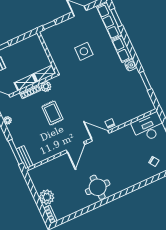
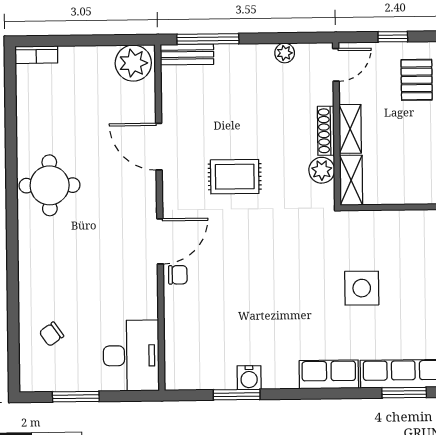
water cooler: (131, 65) -> (249, 378), moved
rug: (52, 113) -> (235, 177), moved
door: (76, 147) -> (159, 147), moved
plant: (47, 197) -> (133, 63), moved

